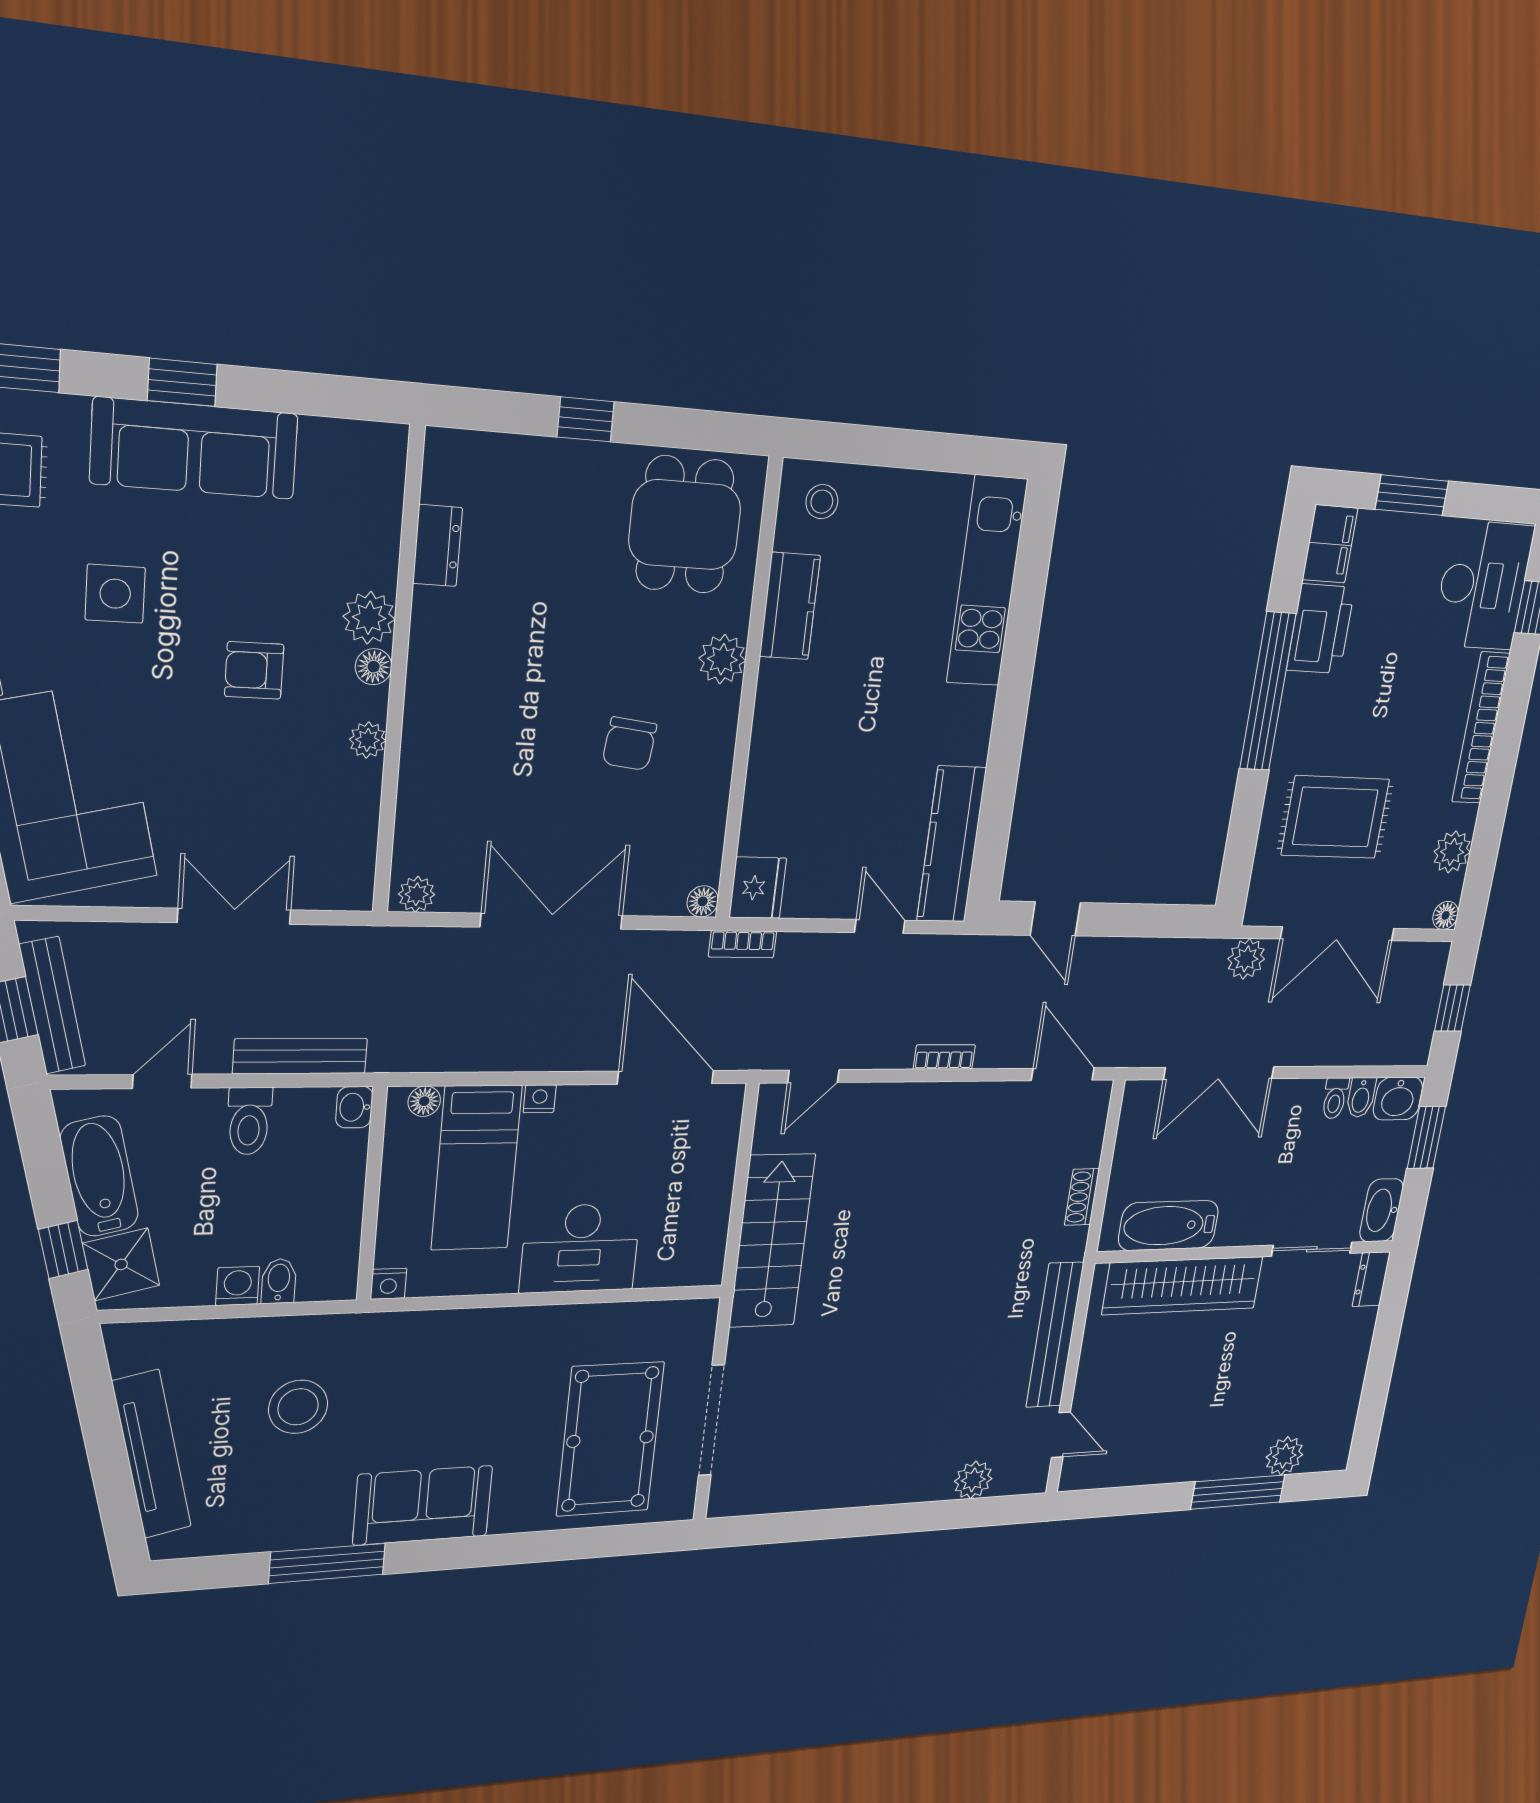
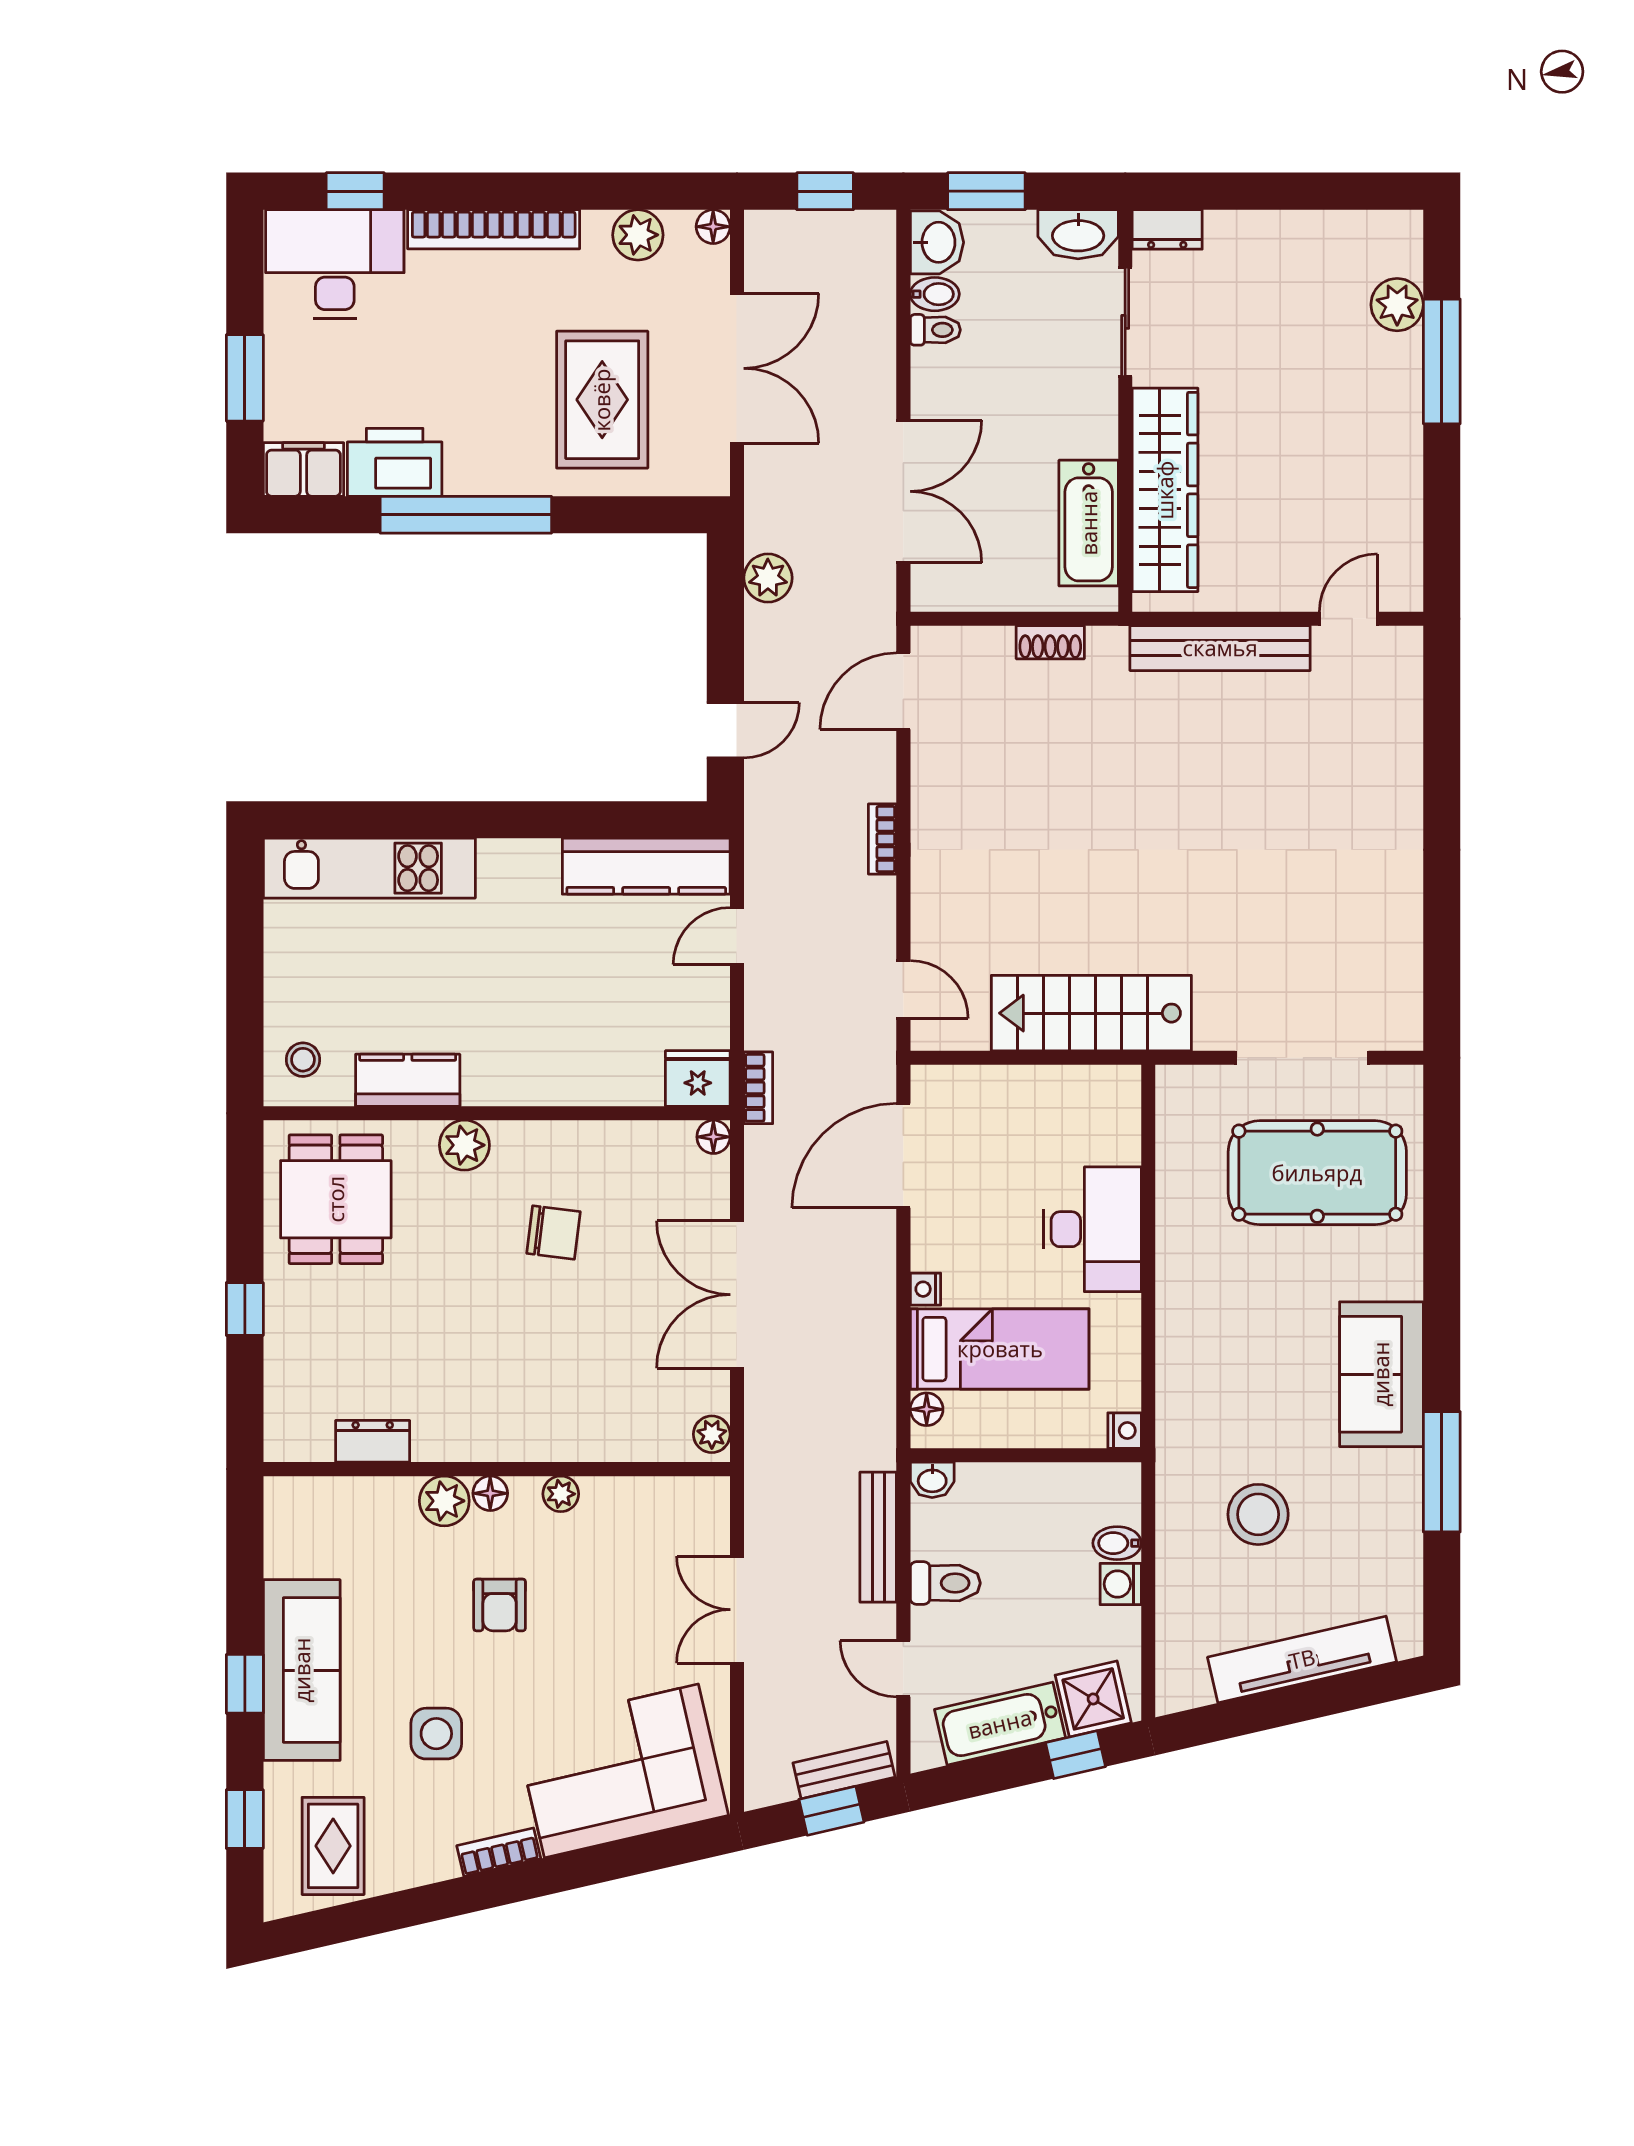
dining table: (685, 525) -> (336, 1199), turned 90
plant: (1246, 959) -> (768, 578), moved
bench: (52, 1005) -> (844, 1770), width x0.73
plant: (973, 1480) -> (1399, 724), removed

